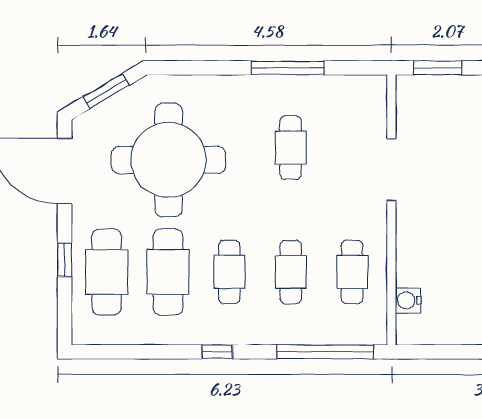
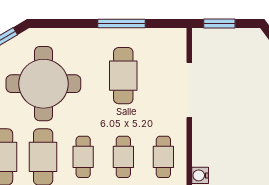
cafe table: (291, 148) -> (123, 76), width x1.37, depth x1.35
doorway: (391, 170) -> (189, 90), width x1.36

